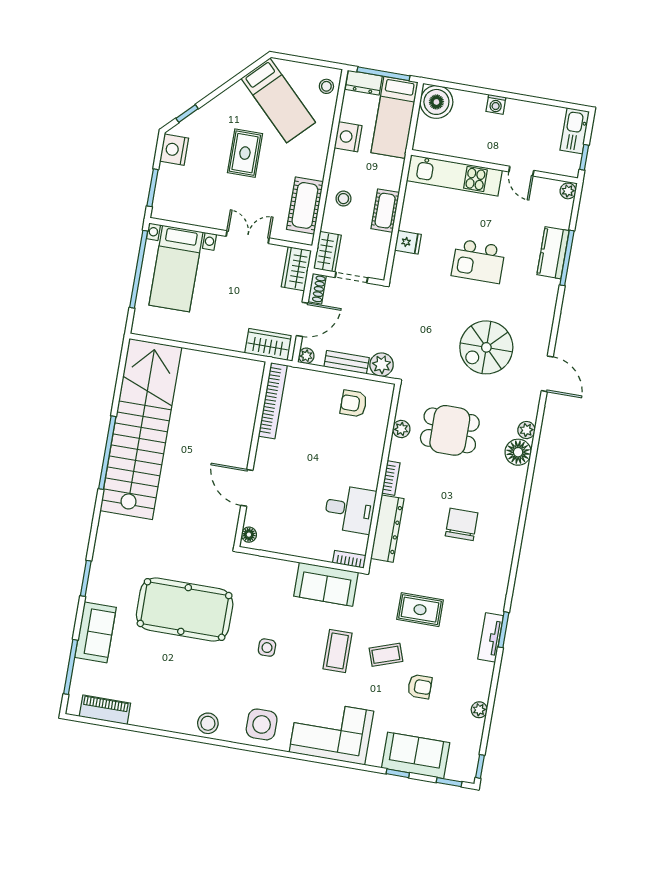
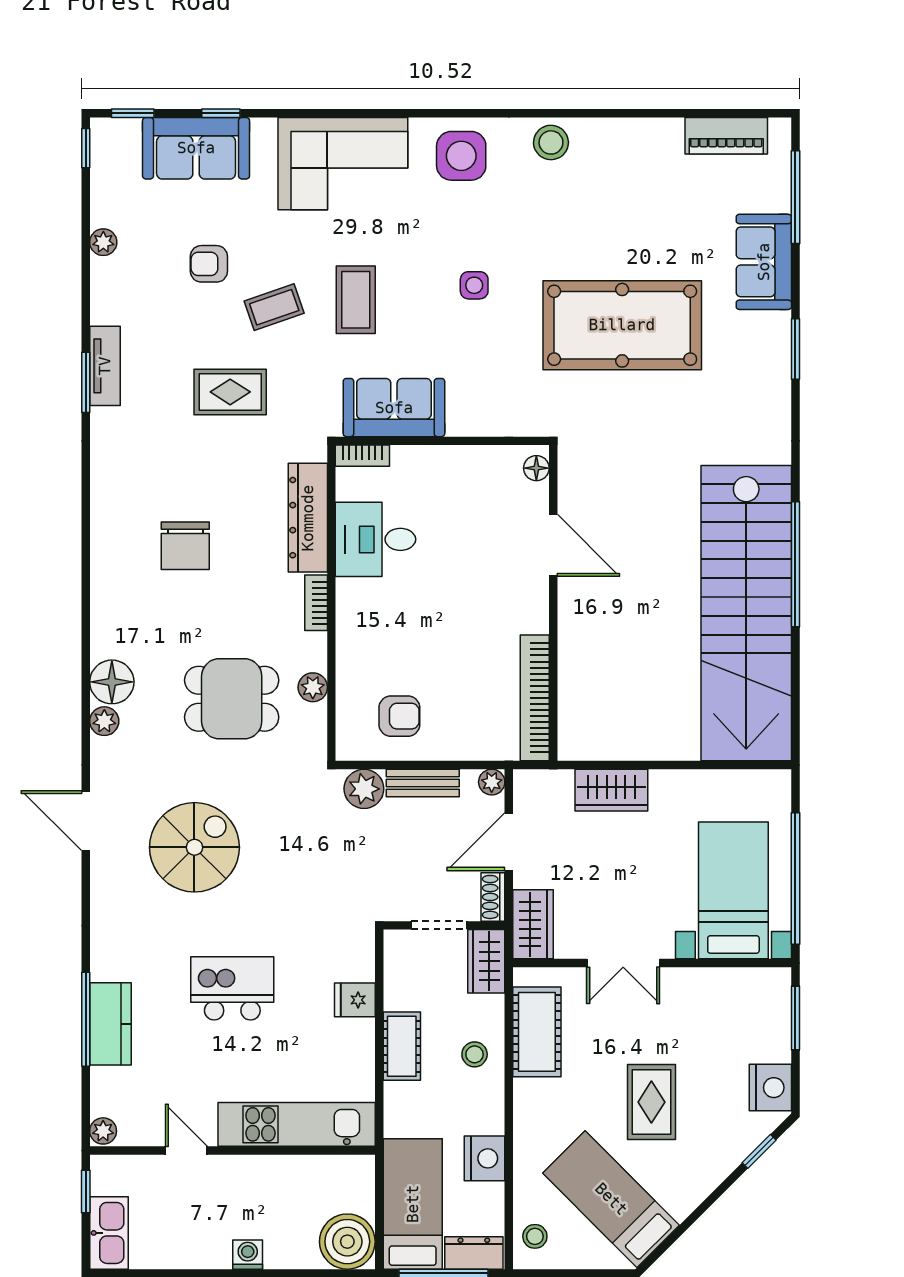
wardrobe: (268, 344) -> (611, 790), moved

